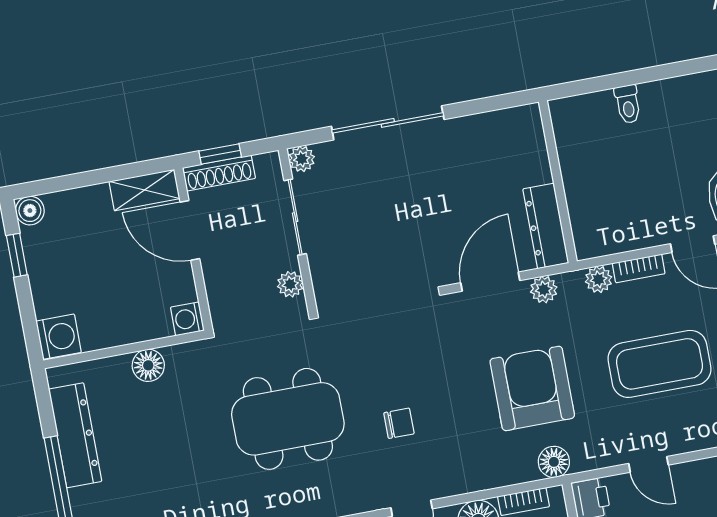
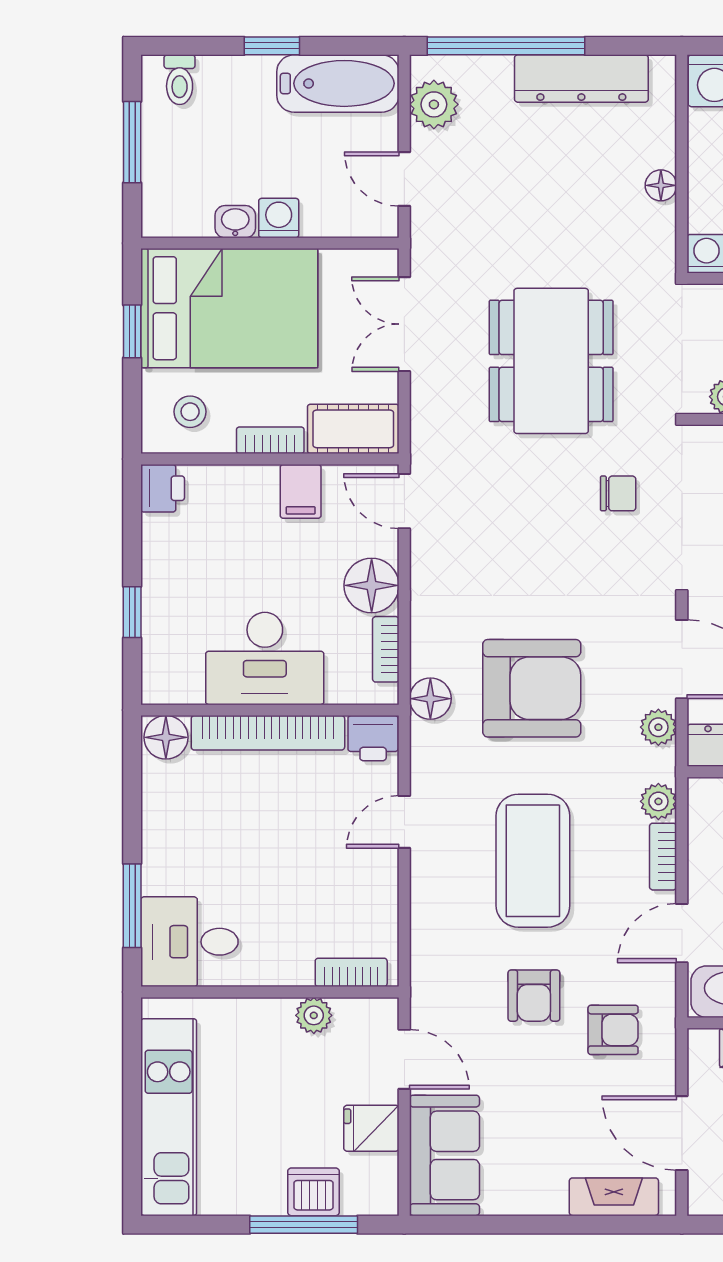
floor lamp: (148, 365) -> (661, 185), width x0.73, depth x0.73
chair: (399, 423) -> (618, 493), moved, turned -90

